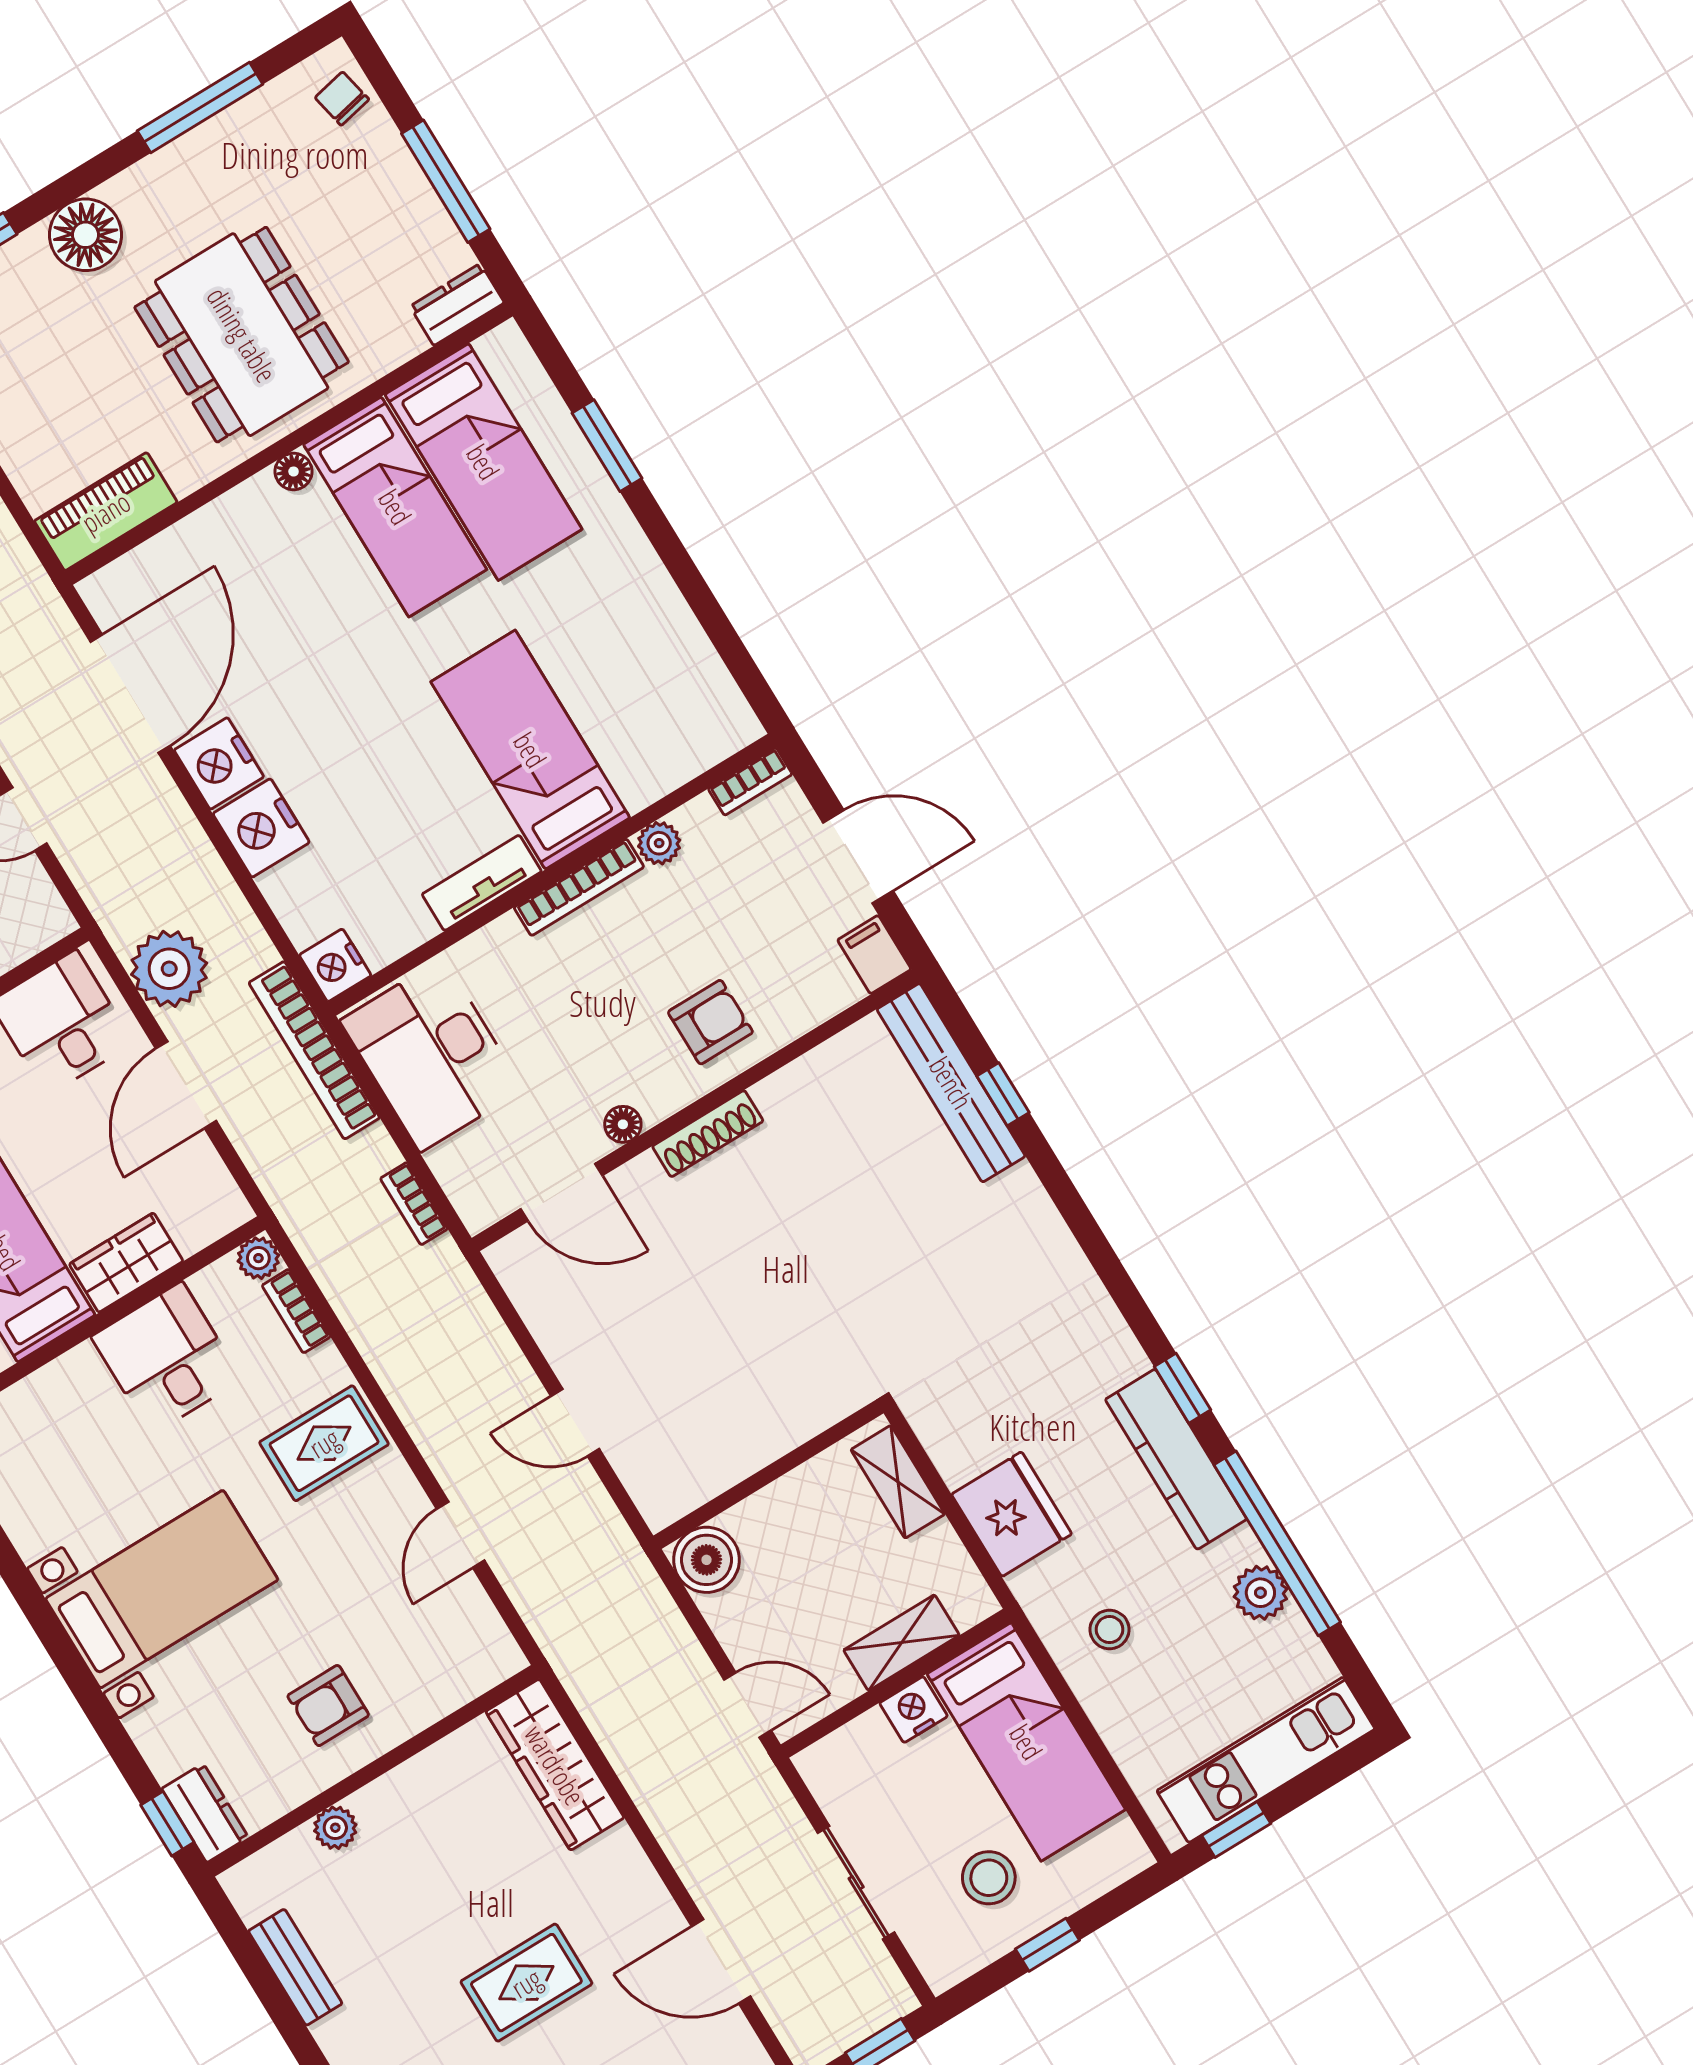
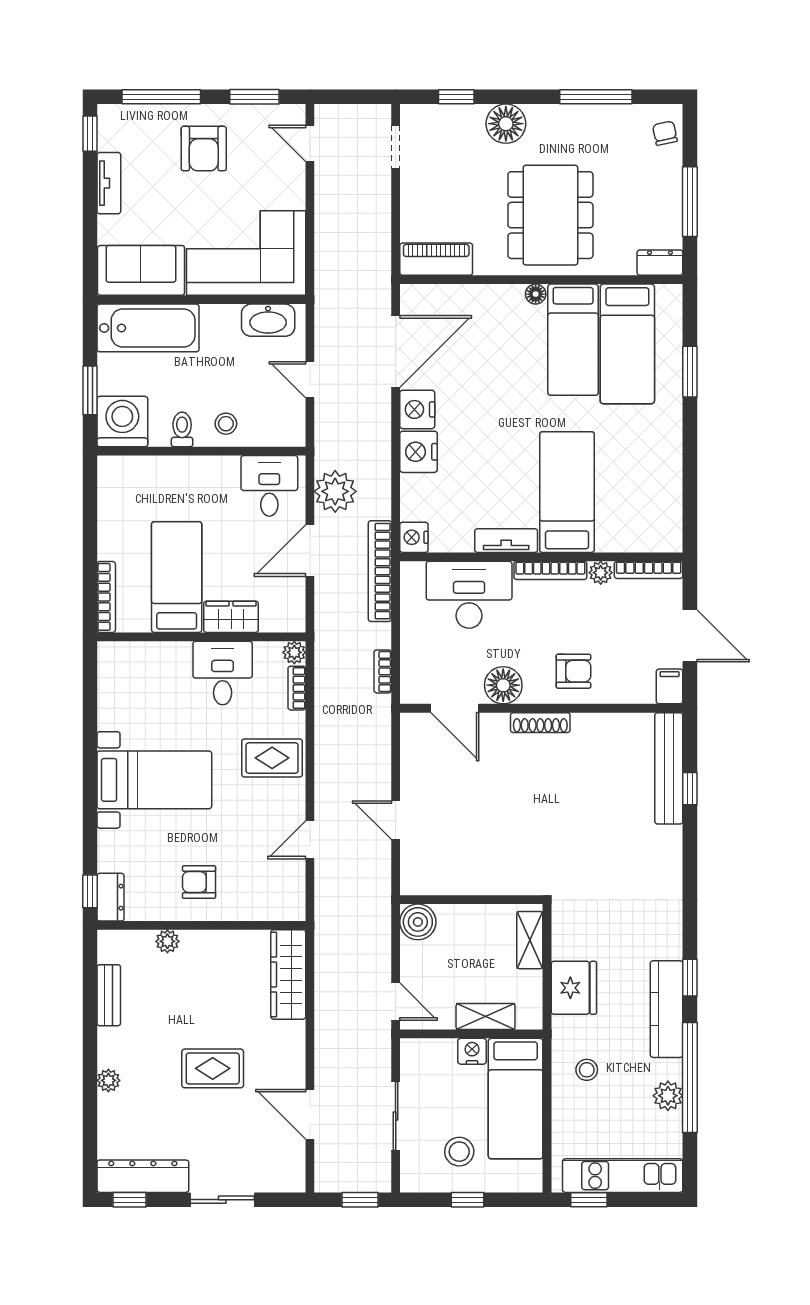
bookcase: (750, 782) -> (649, 570), width x1.56
desk: (432, 1055) -> (469, 595), moved, turned 90
floor lamp: (623, 1124) -> (503, 685), width x1.89, depth x1.89

